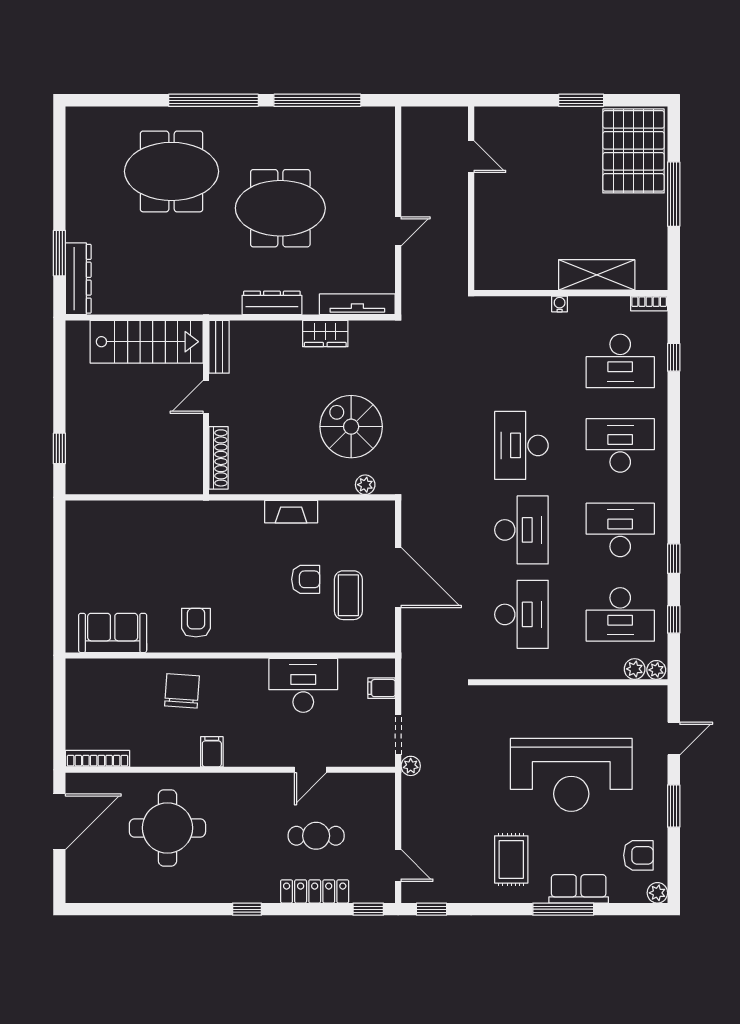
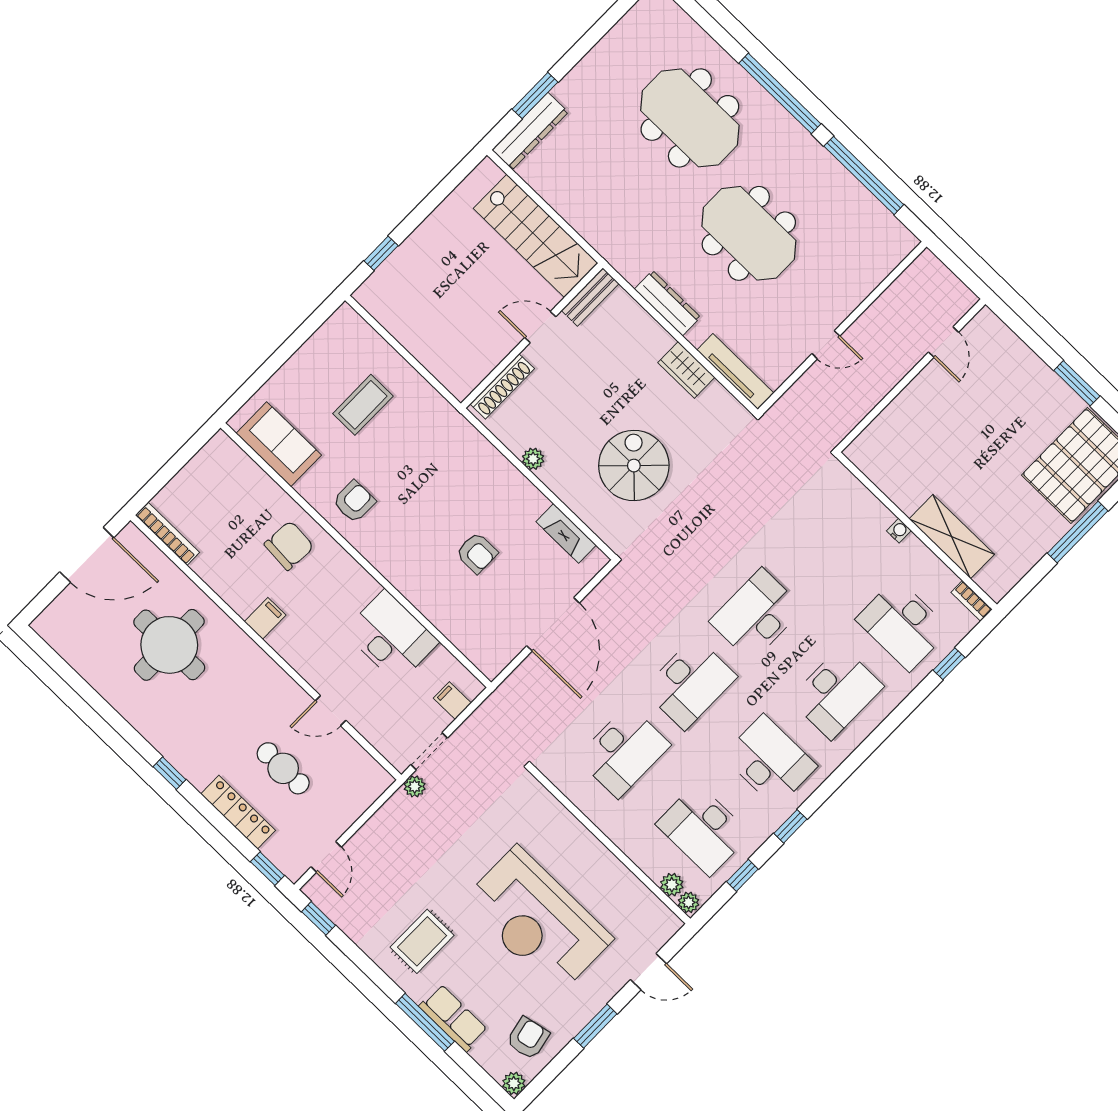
desk: (620, 445) -> (836, 693), turned 90
plant: (365, 485) -> (533, 459), moved
fireplace: (291, 512) -> (566, 533), moved
coffee table: (348, 595) -> (363, 405), moved
armchair: (638, 855) -> (528, 1038), turned -102

